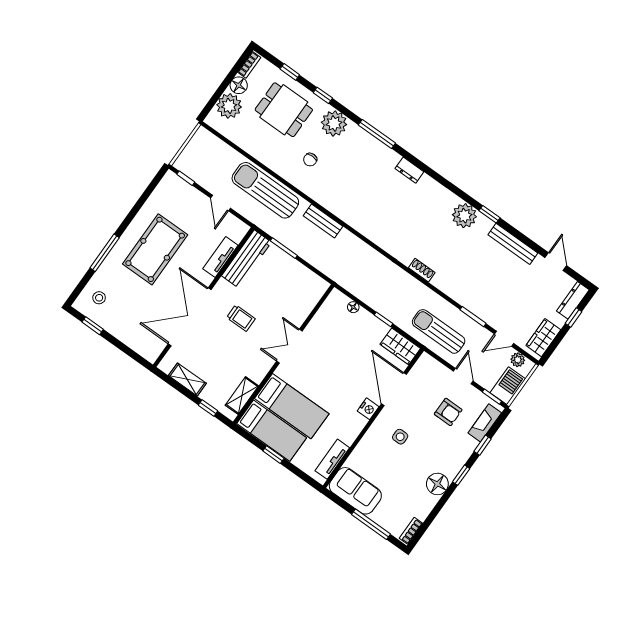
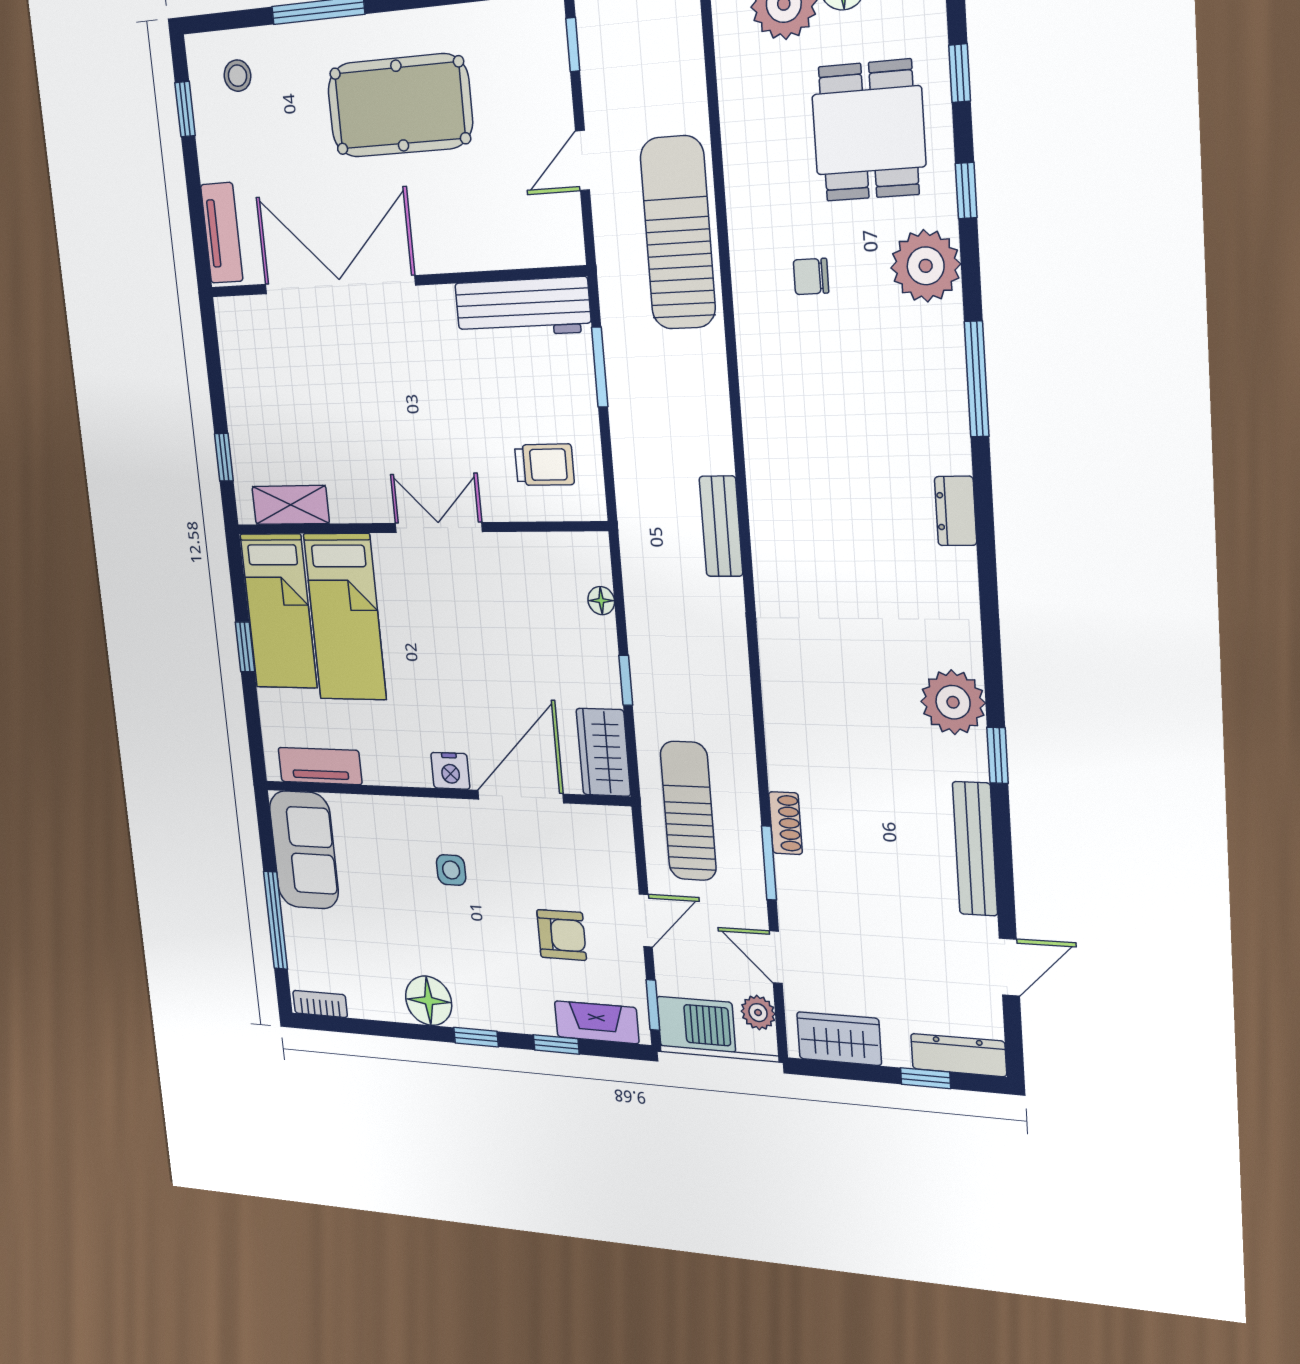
bench: (323, 221) -> (721, 526), moved
tv unit: (220, 257) -> (222, 233), moved, turned 90
shoe rack: (422, 270) -> (785, 823), moved
trolley: (241, 318) -> (544, 465), moved, turned -90
shelving: (187, 379) -> (238, 376), removed
armchair: (448, 412) -> (562, 935), turned -90

